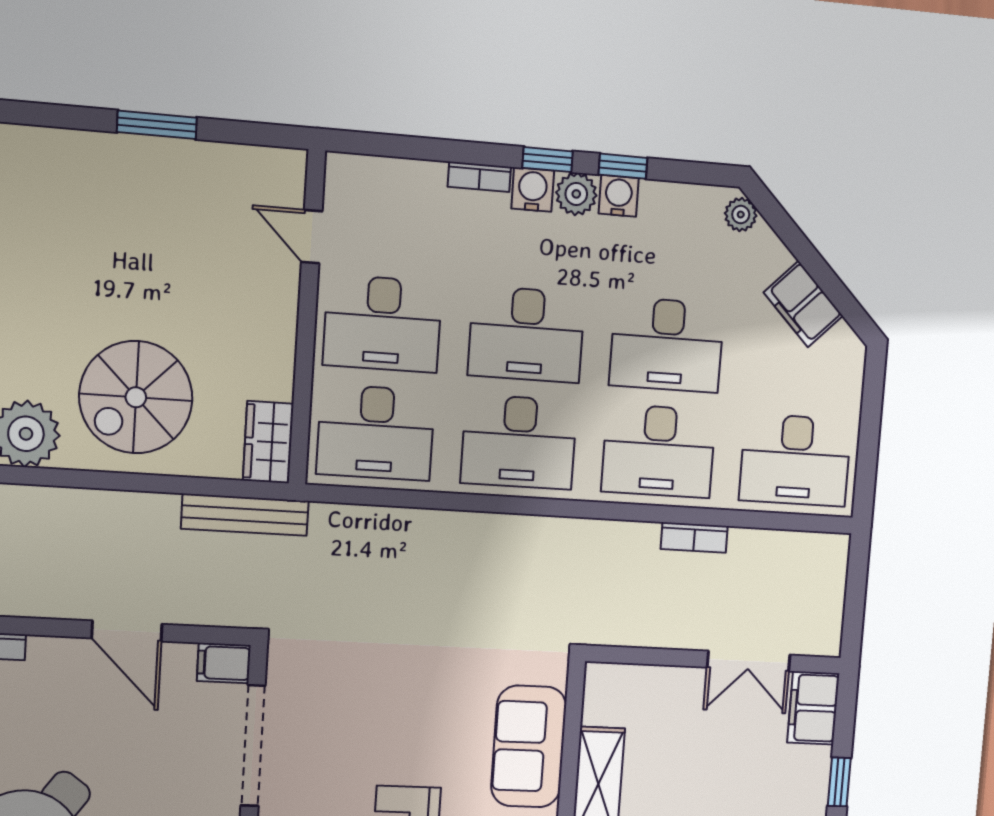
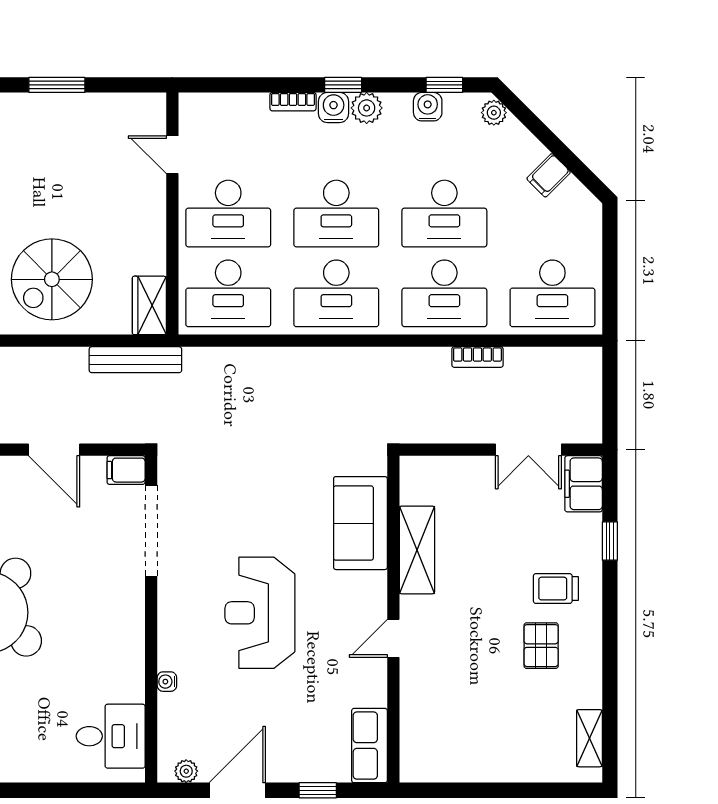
window: (623, 166) -> (444, 85), moved
water cooler: (619, 196) -> (428, 107), moved
filing cabinet: (803, 304) -> (549, 175), width x0.50

